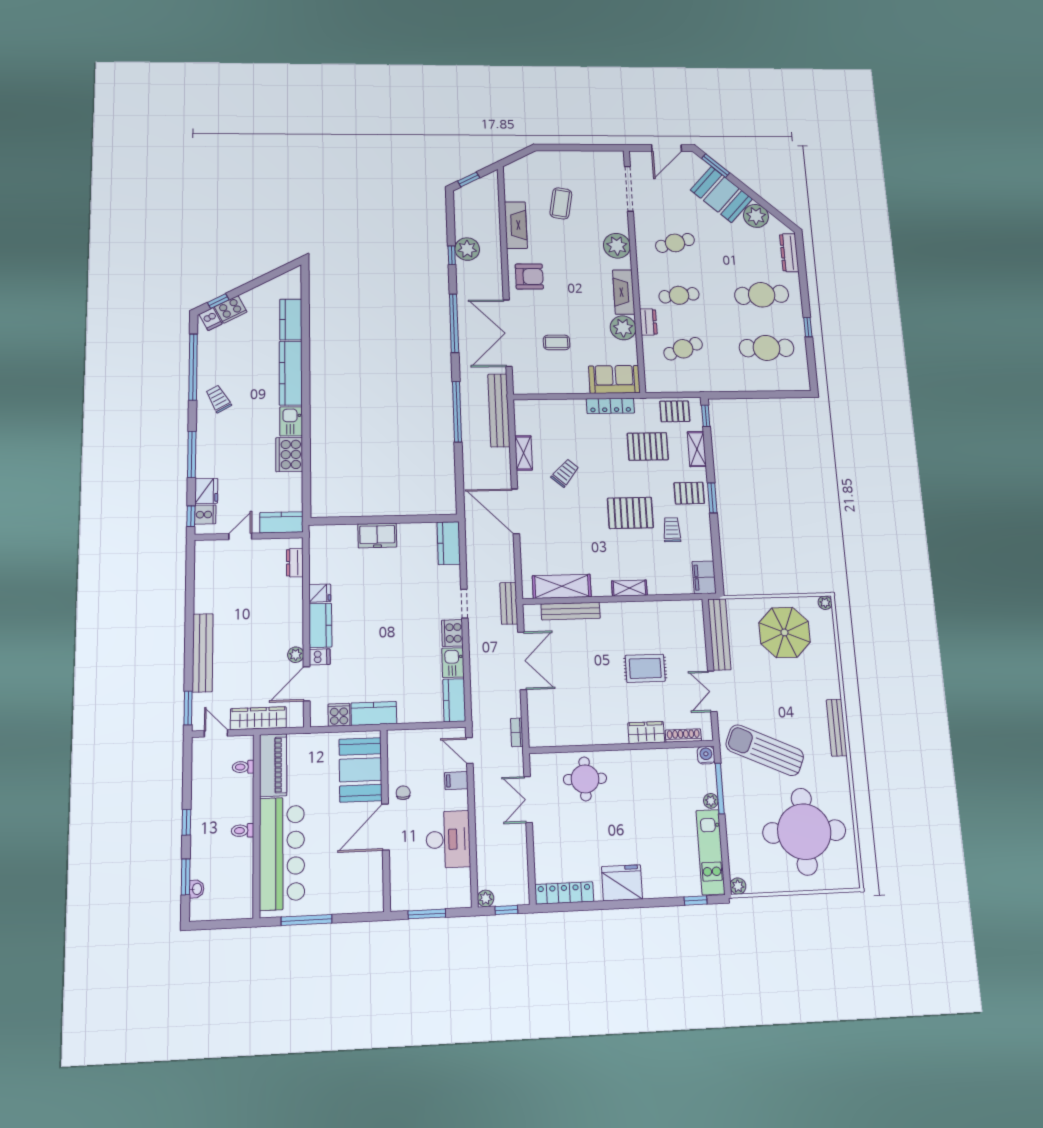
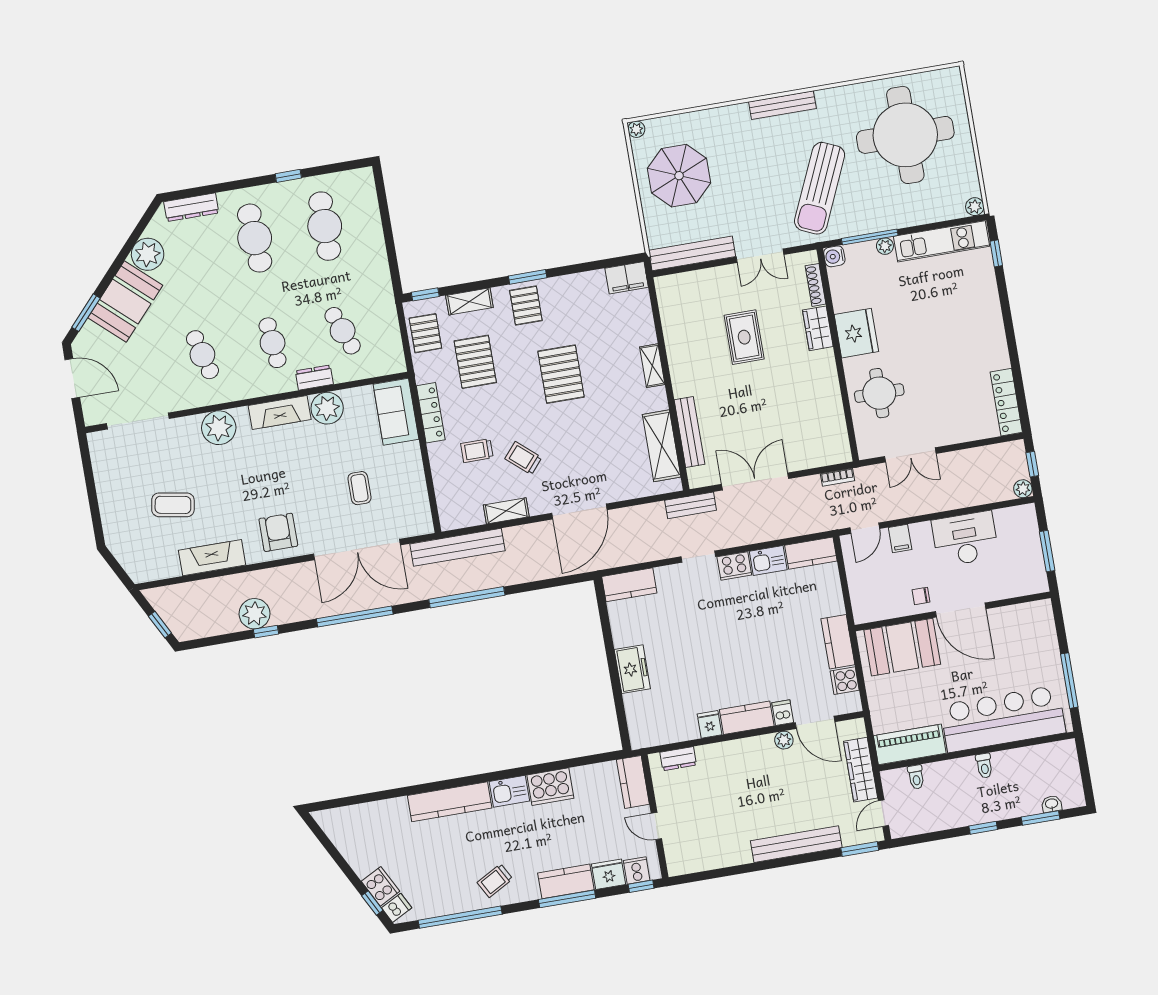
kitchen counter: (291, 319) -> (566, 881), moved, turned 180
trolley: (672, 530) -> (477, 451), moved
fridge: (622, 883) -> (856, 333), moved, turned 180

